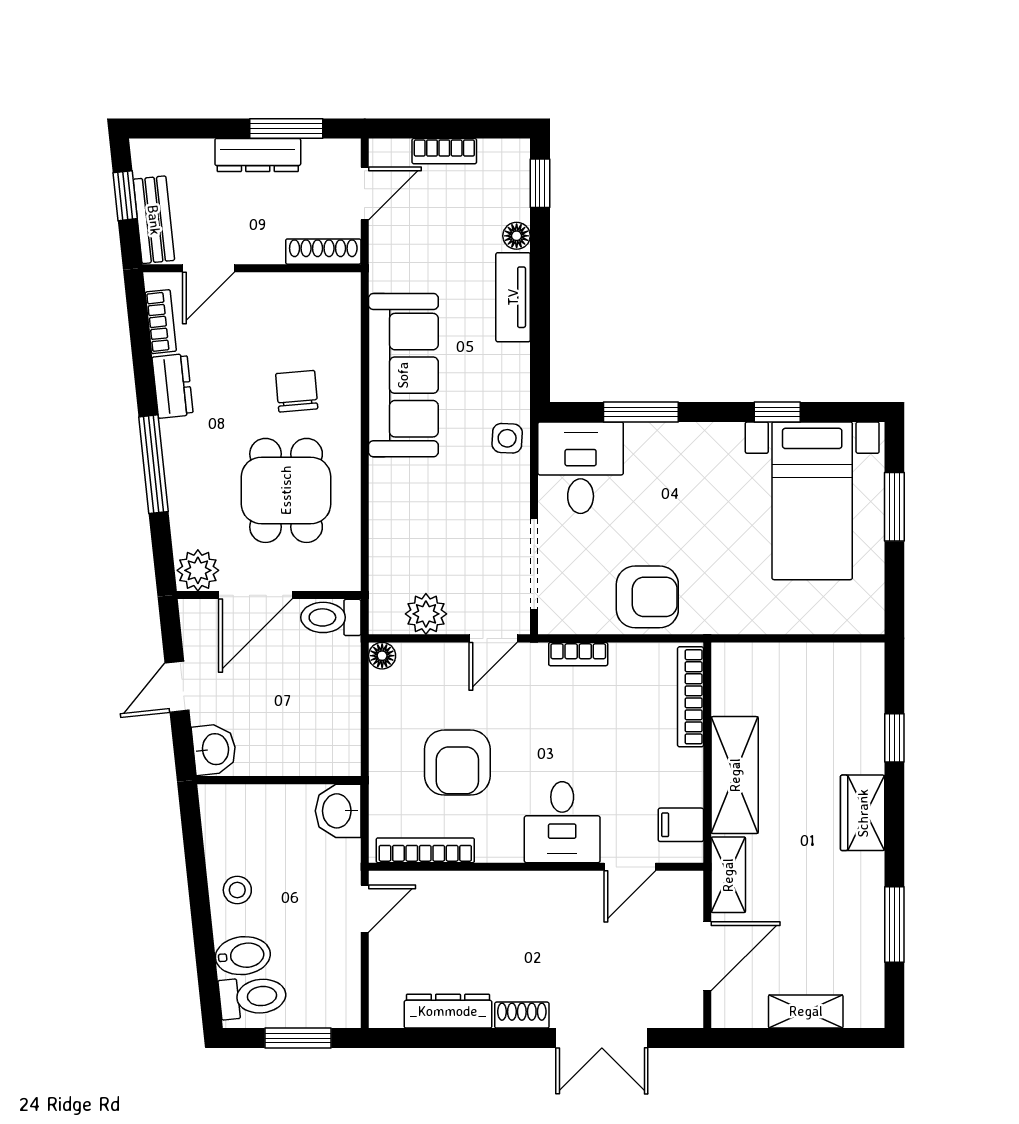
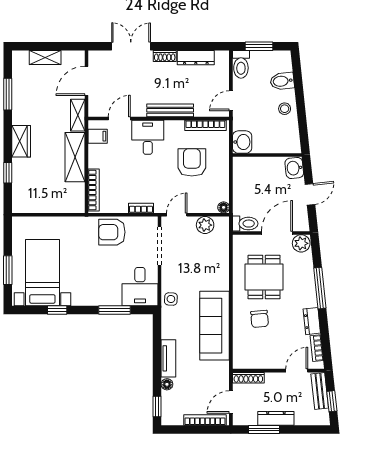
bookcase: (444, 151) -> (205, 420), width x1.56
bench: (509, 886) -> (170, 110), added
toilet: (253, 997) -> (241, 64), moved, turned -84

